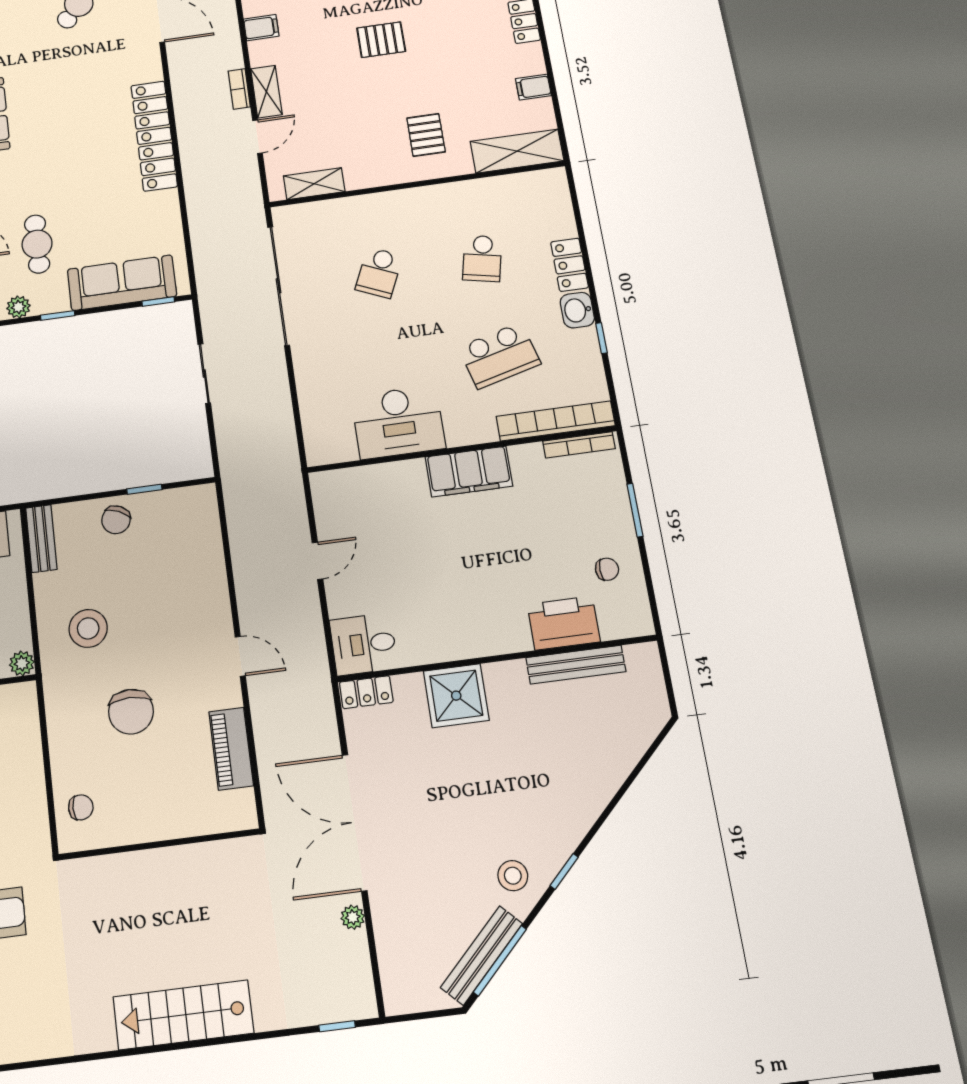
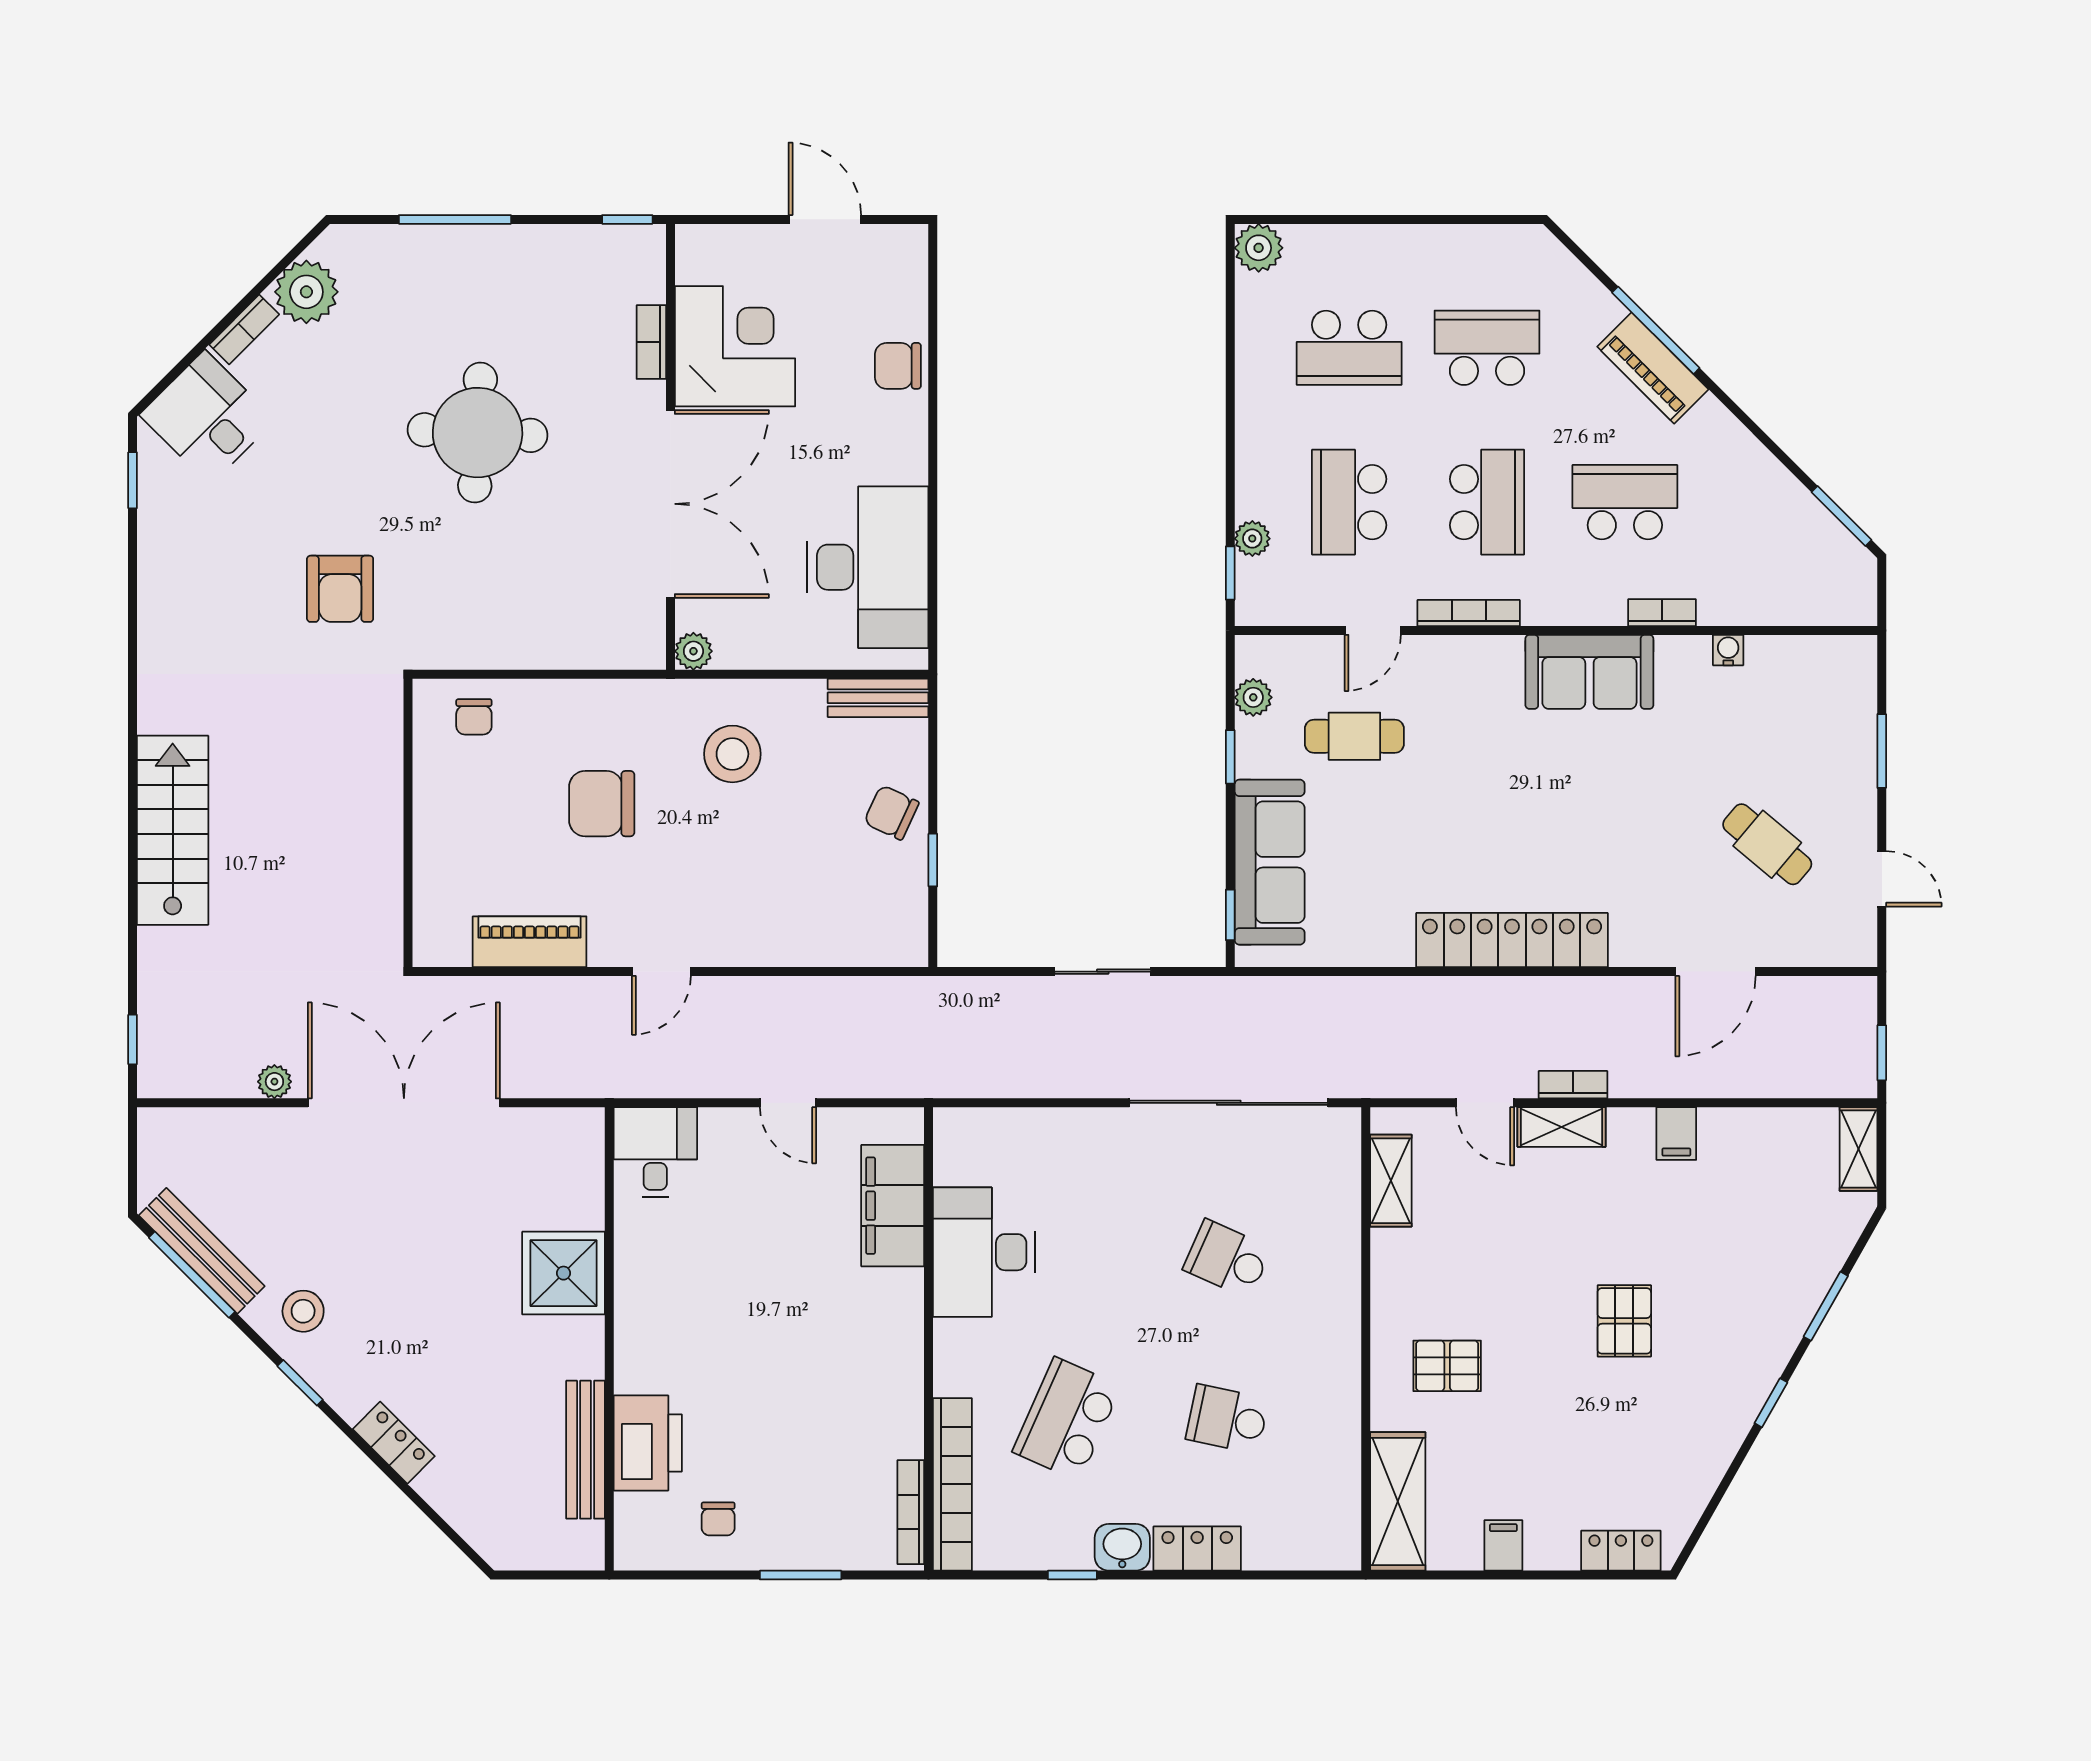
school desk: (499, 356) -> (1067, 1419), turned 39
filing cabinet: (469, 472) -> (893, 1206), moved
locker: (366, 692) -> (394, 1443), moved, turned 135

